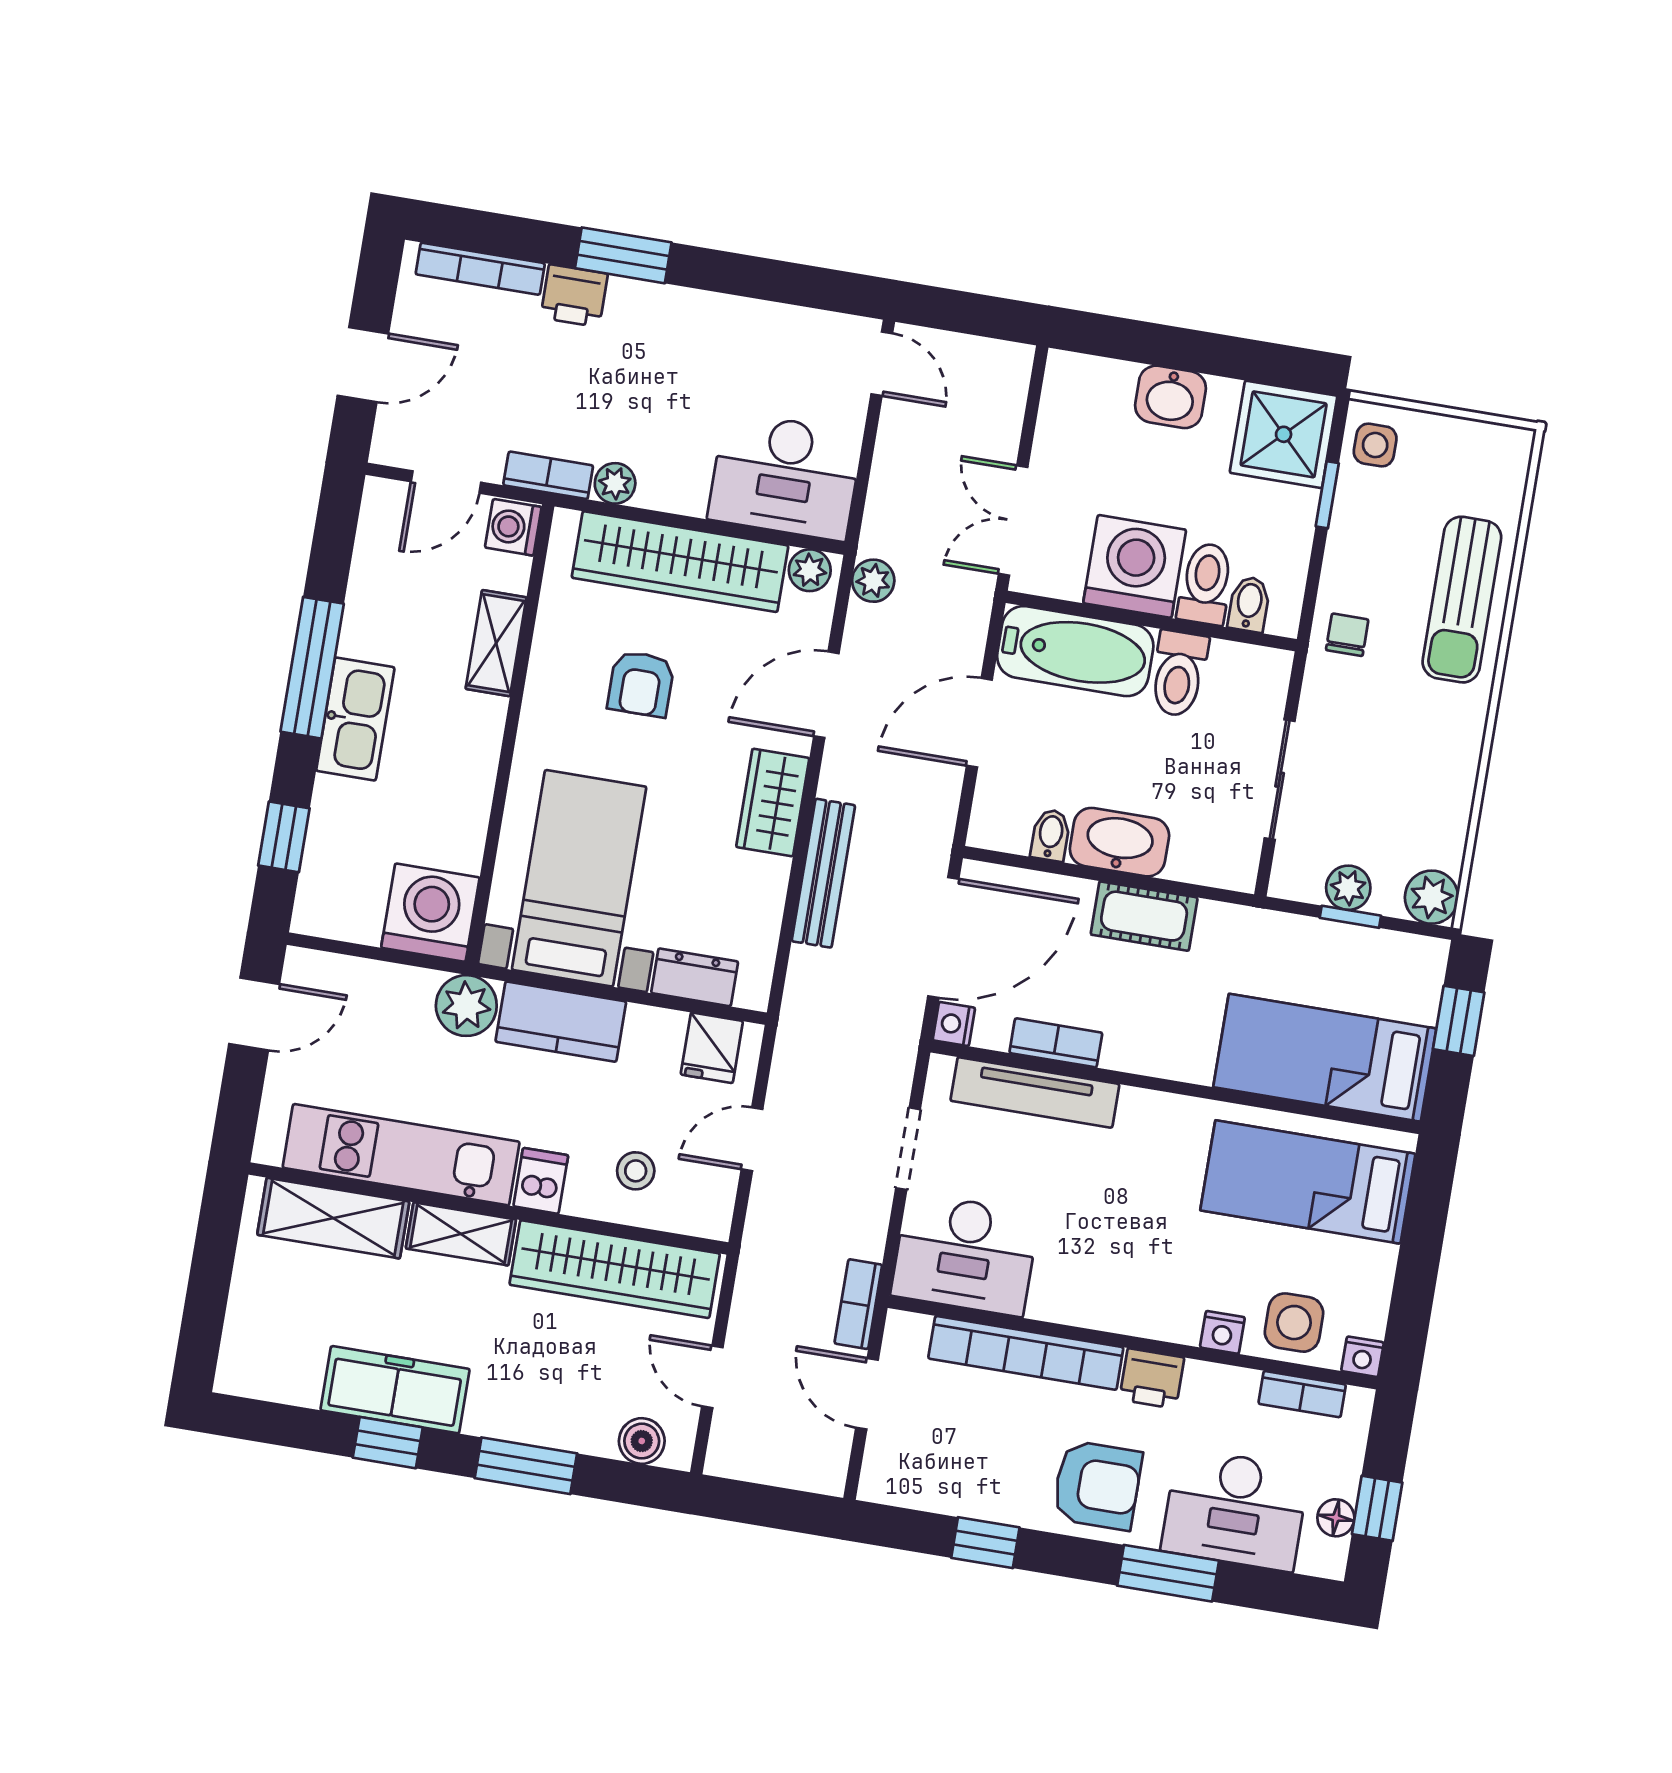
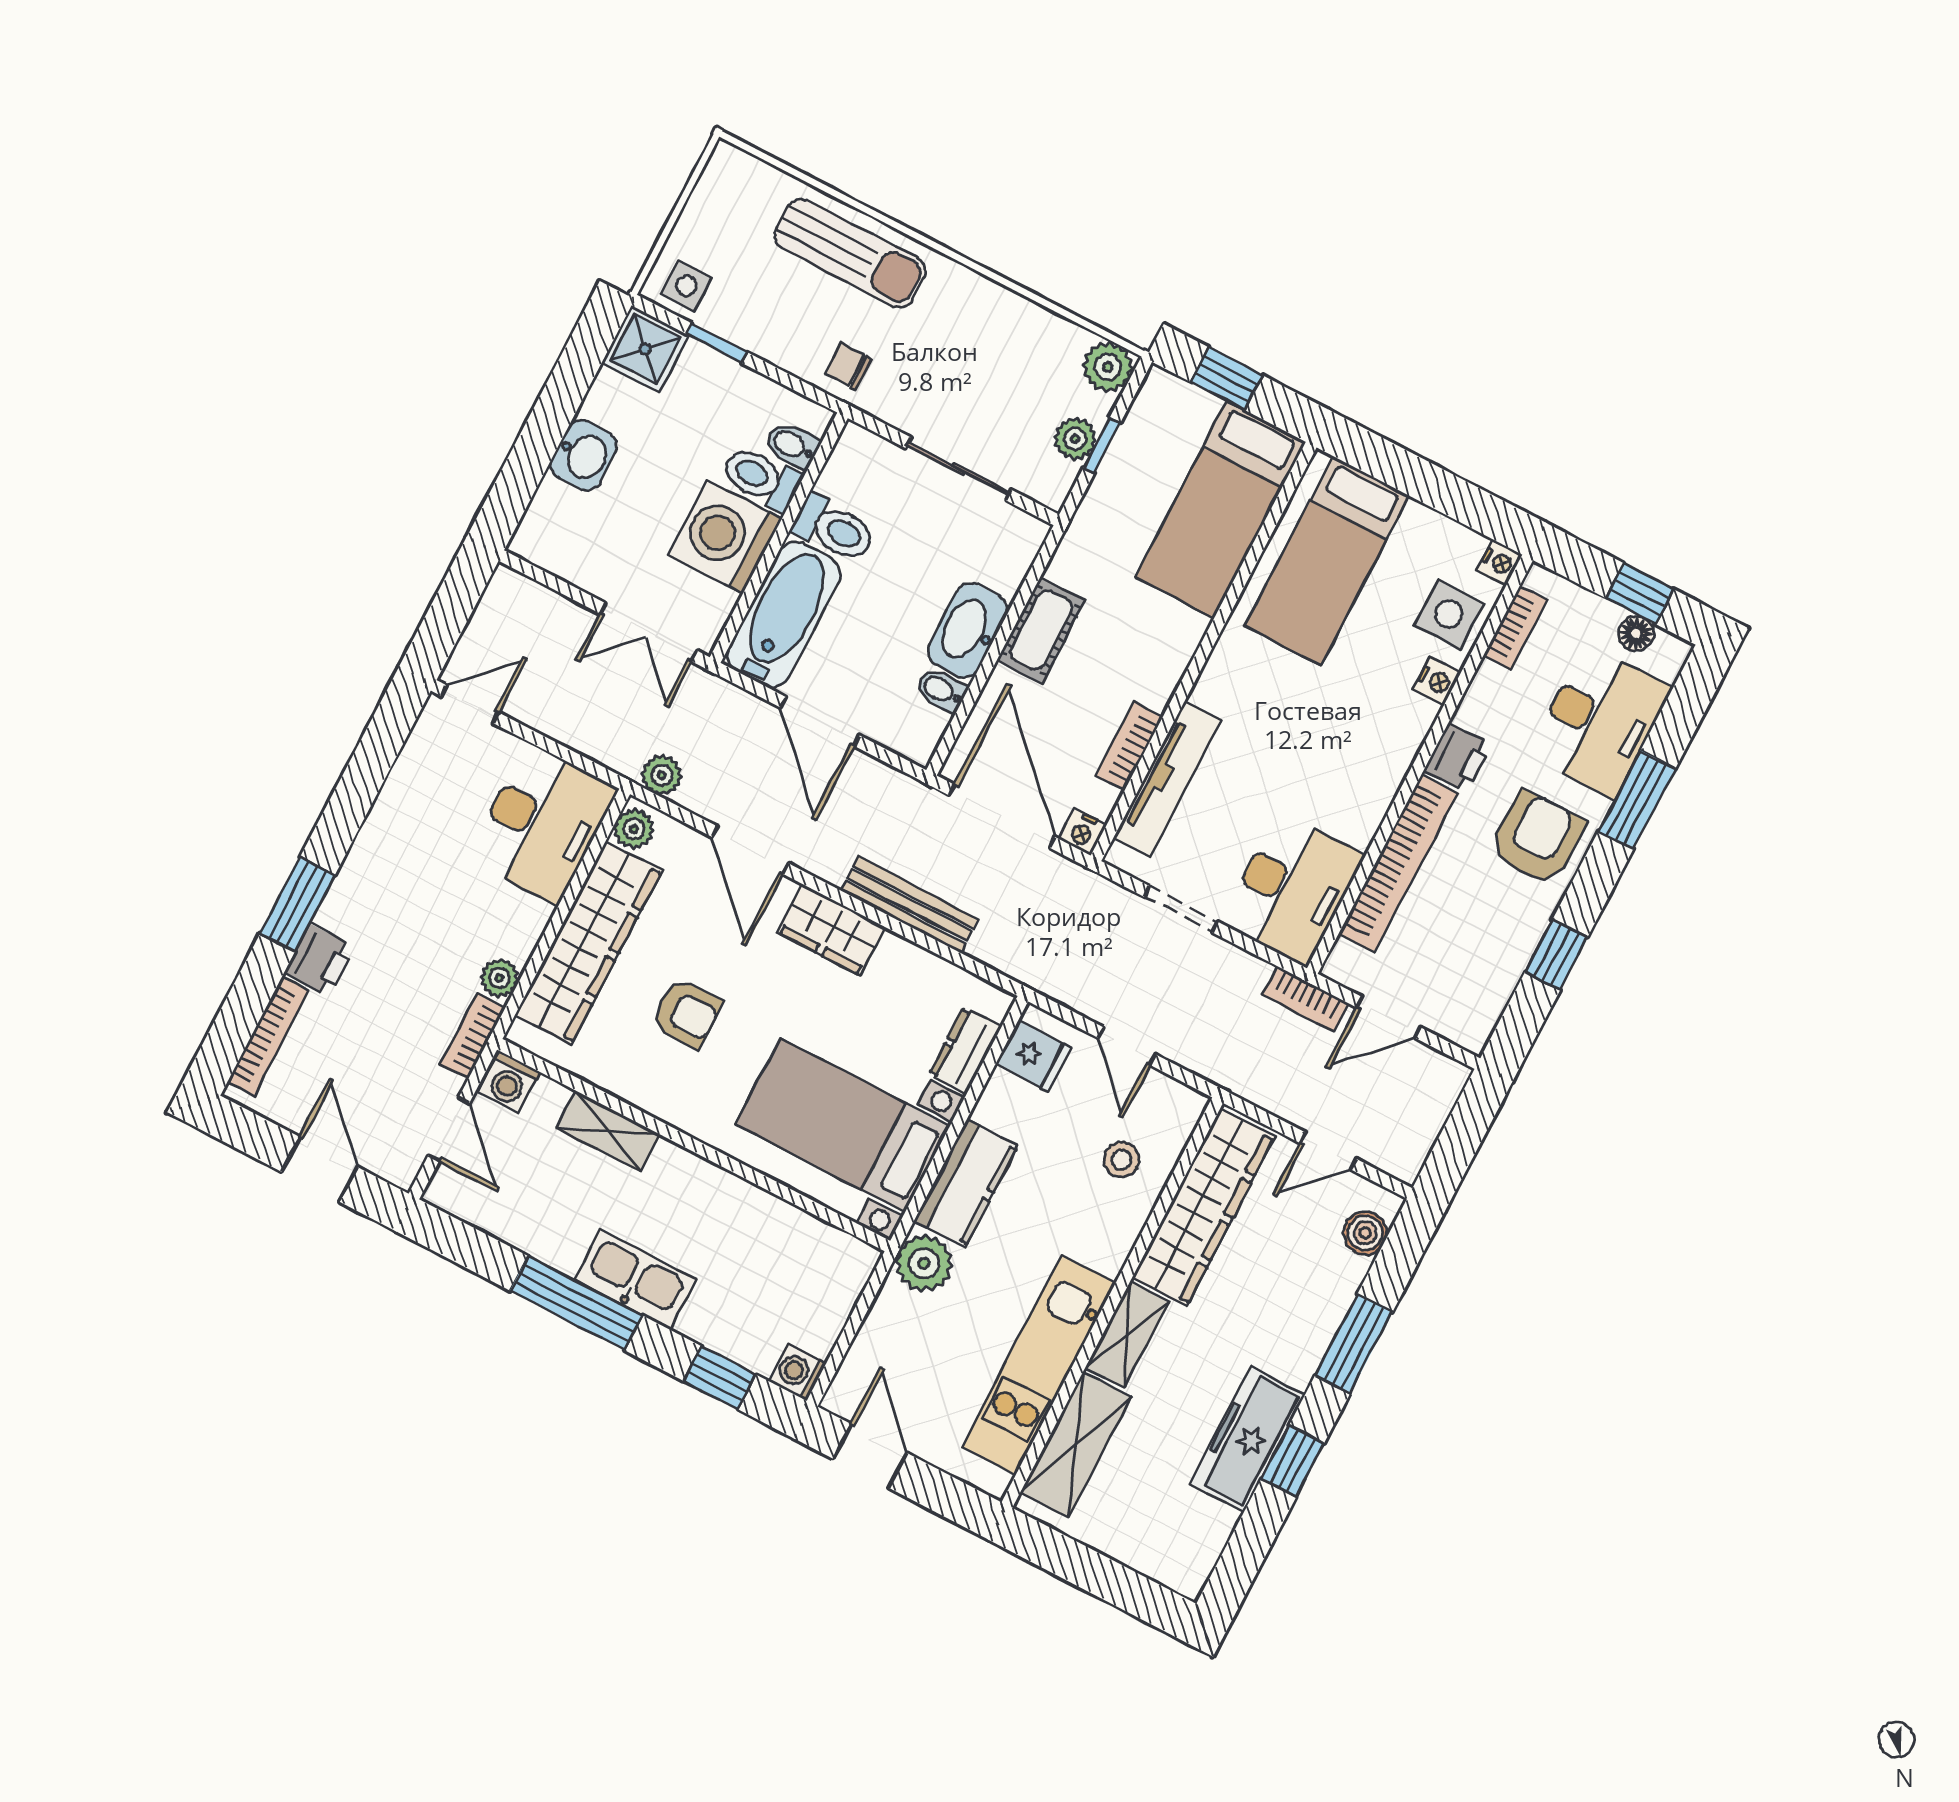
shower: (1284, 434) -> (645, 349), width x0.73, depth x0.73
washing machine: (430, 913) -> (798, 1372), moved, width x0.53, depth x0.53
dishwasher: (541, 1181) -> (1103, 1248), removed

